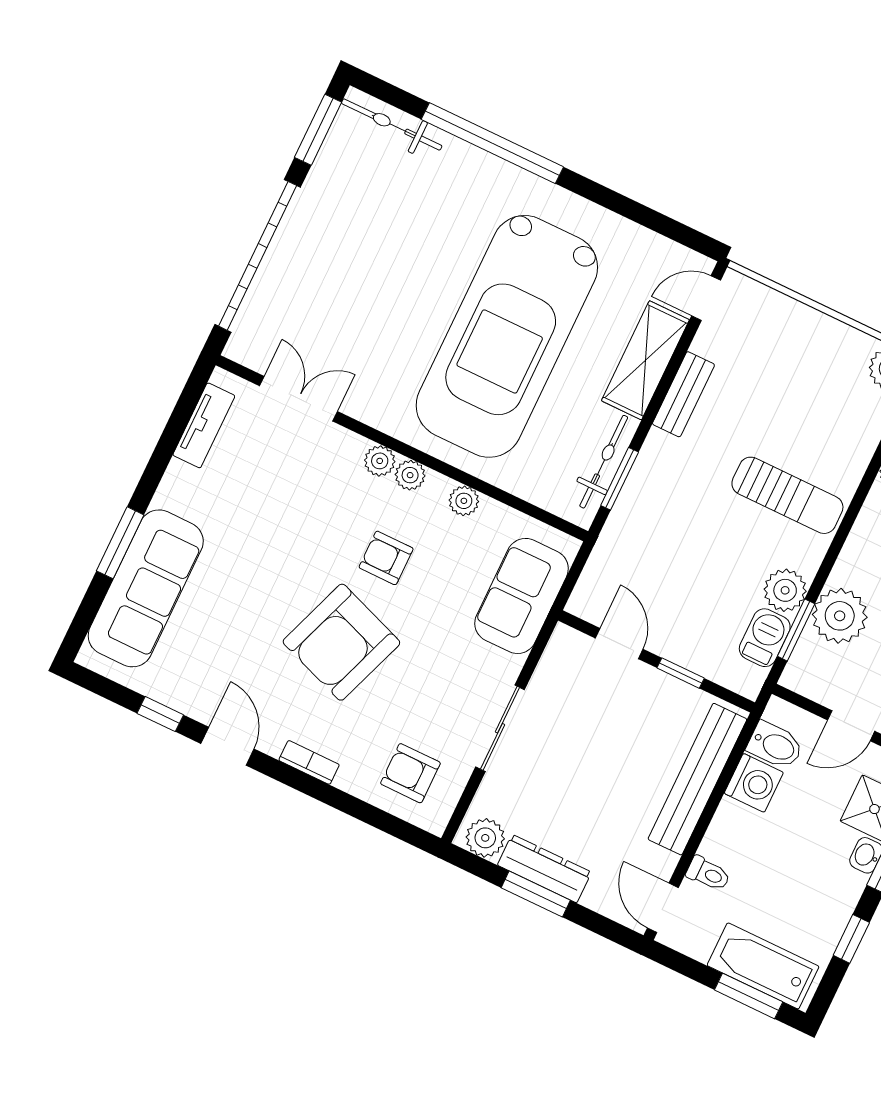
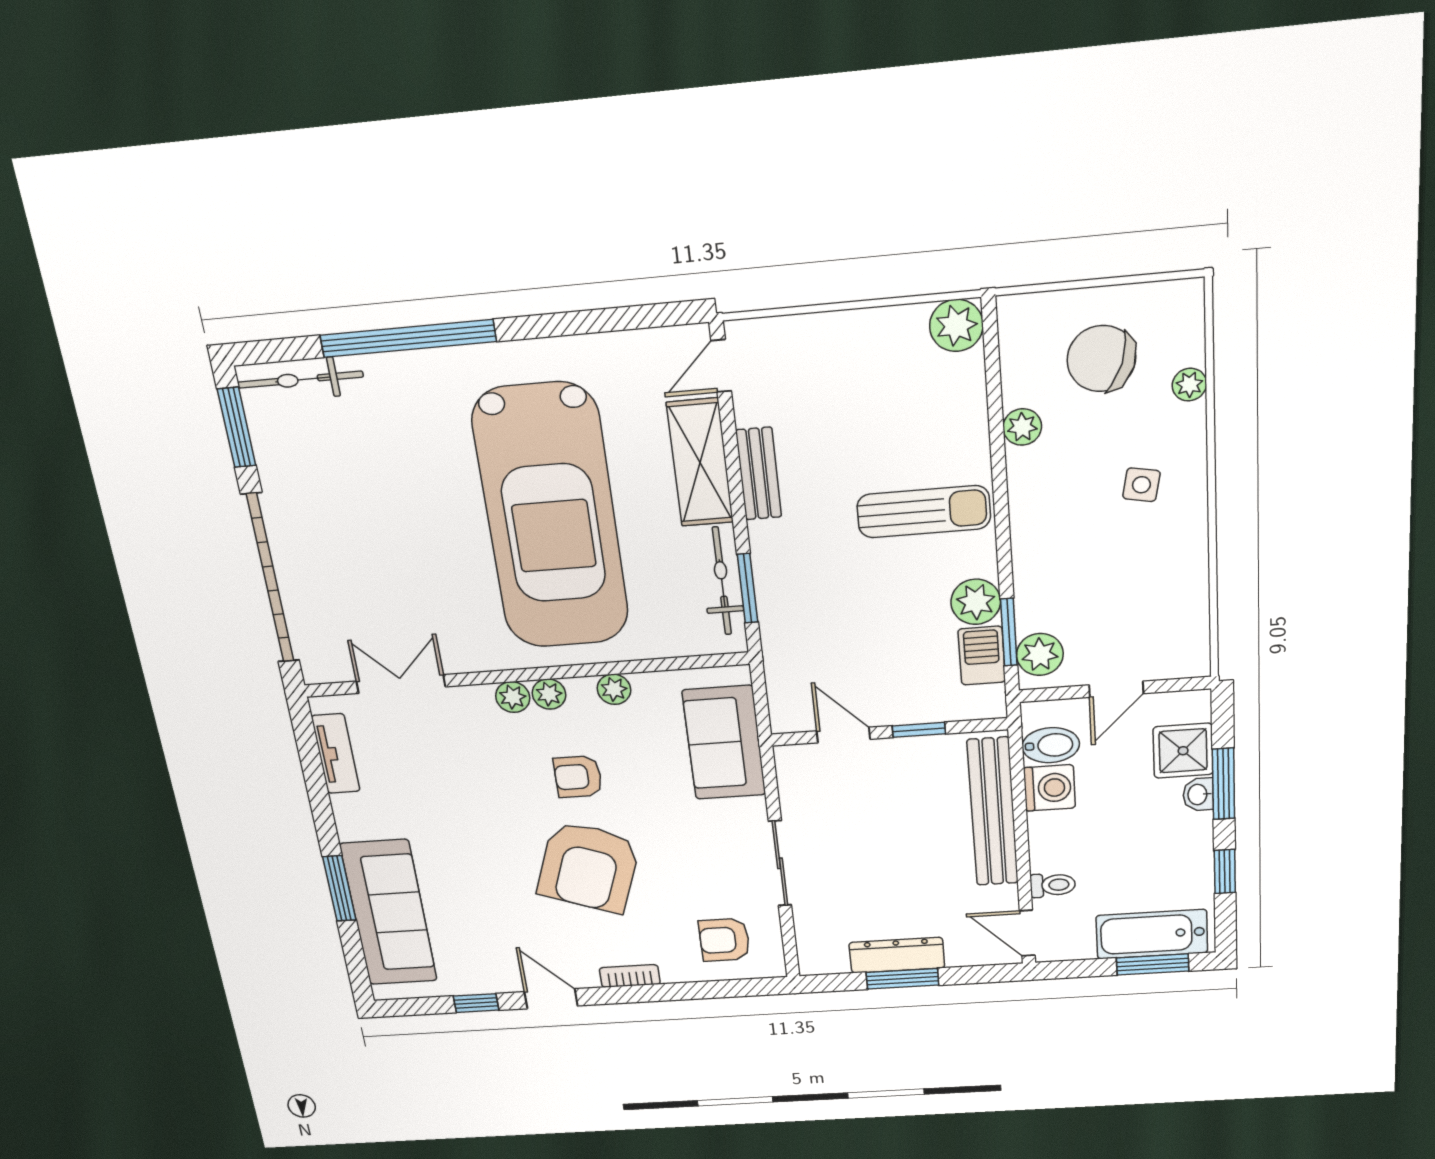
plant: (840, 616) -> (1040, 654), moved, width x0.73, depth x0.73
plant: (485, 838) -> (827, 957), removed

